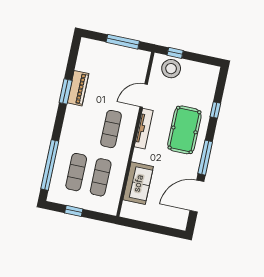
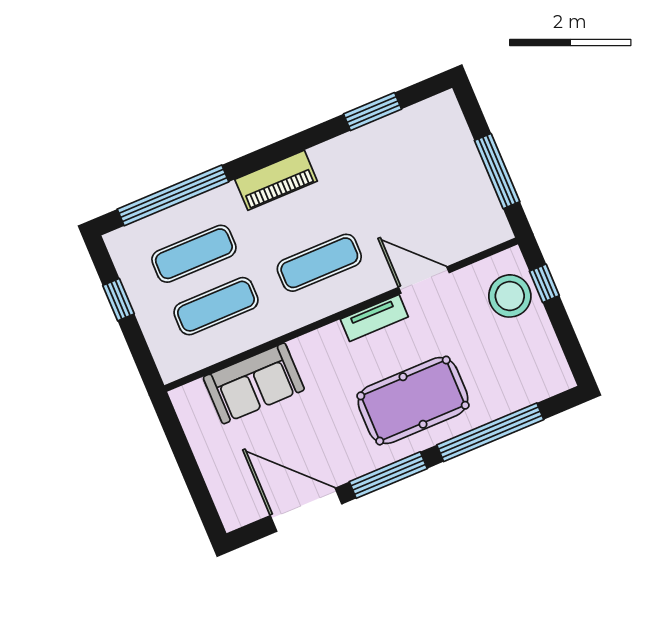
piano: (78, 88) -> (276, 180), moved
window: (66, 91) -> (372, 112), moved
window: (215, 110) -> (490, 432), width x3.17
tv unit: (144, 129) -> (374, 318), width x0.71

